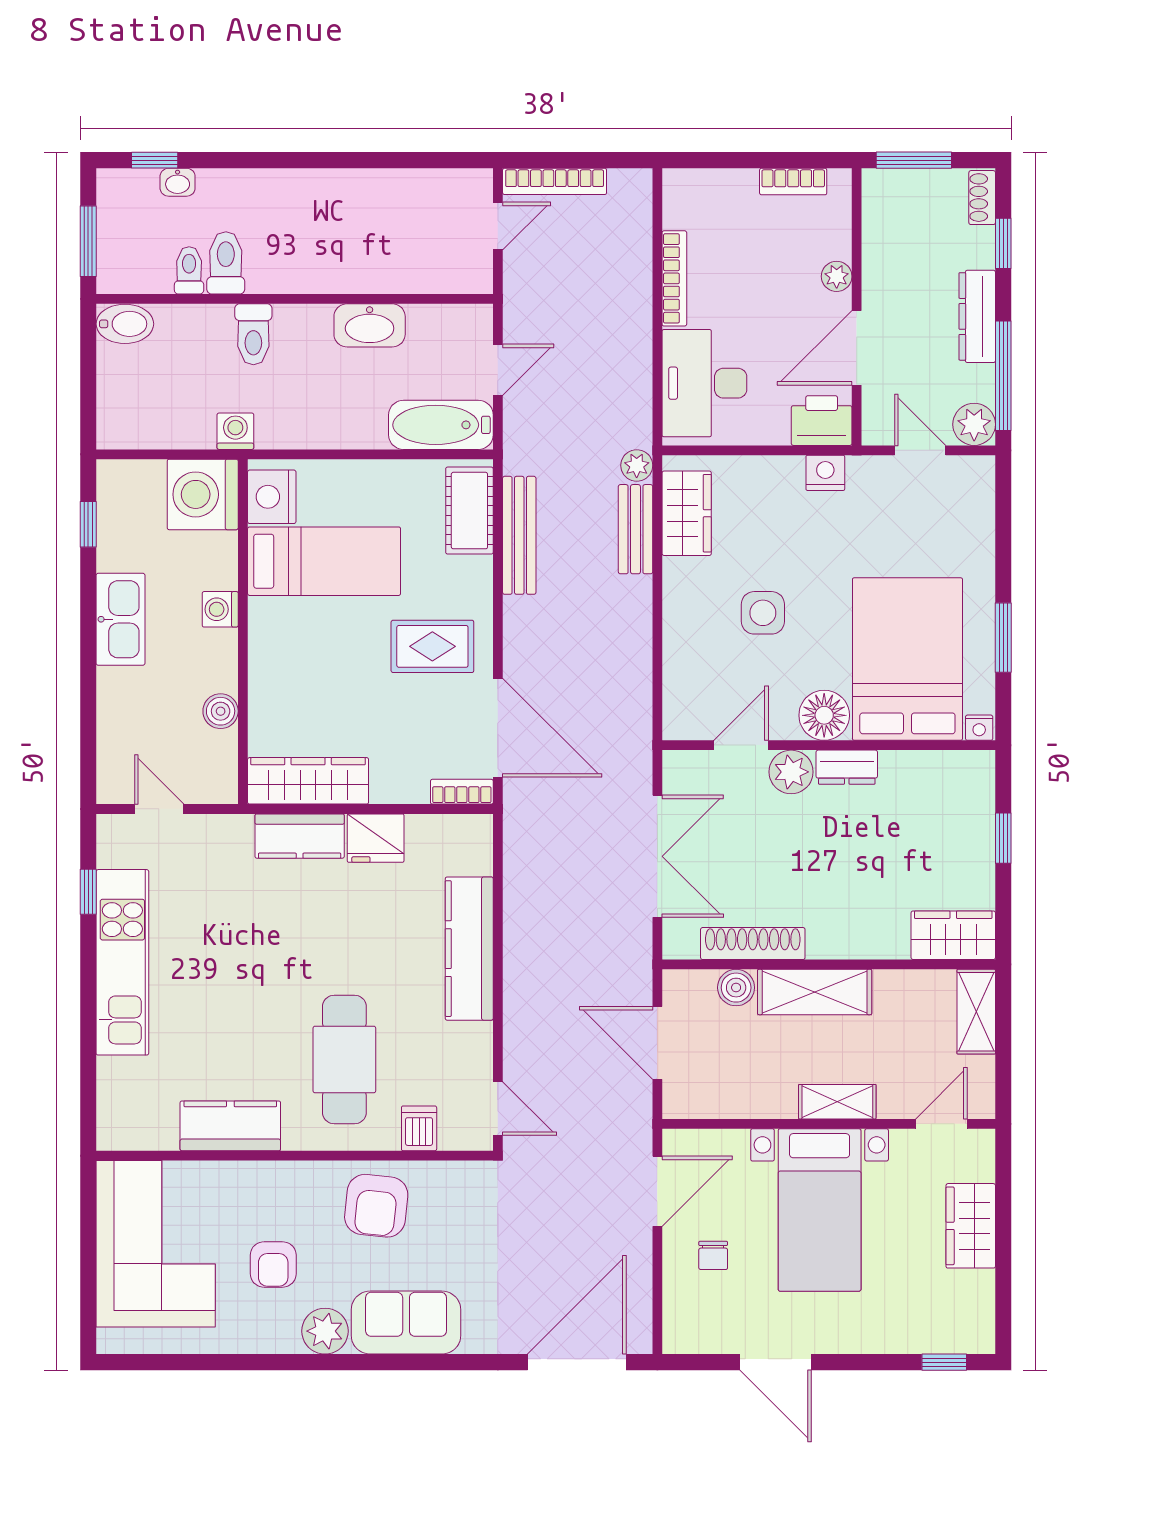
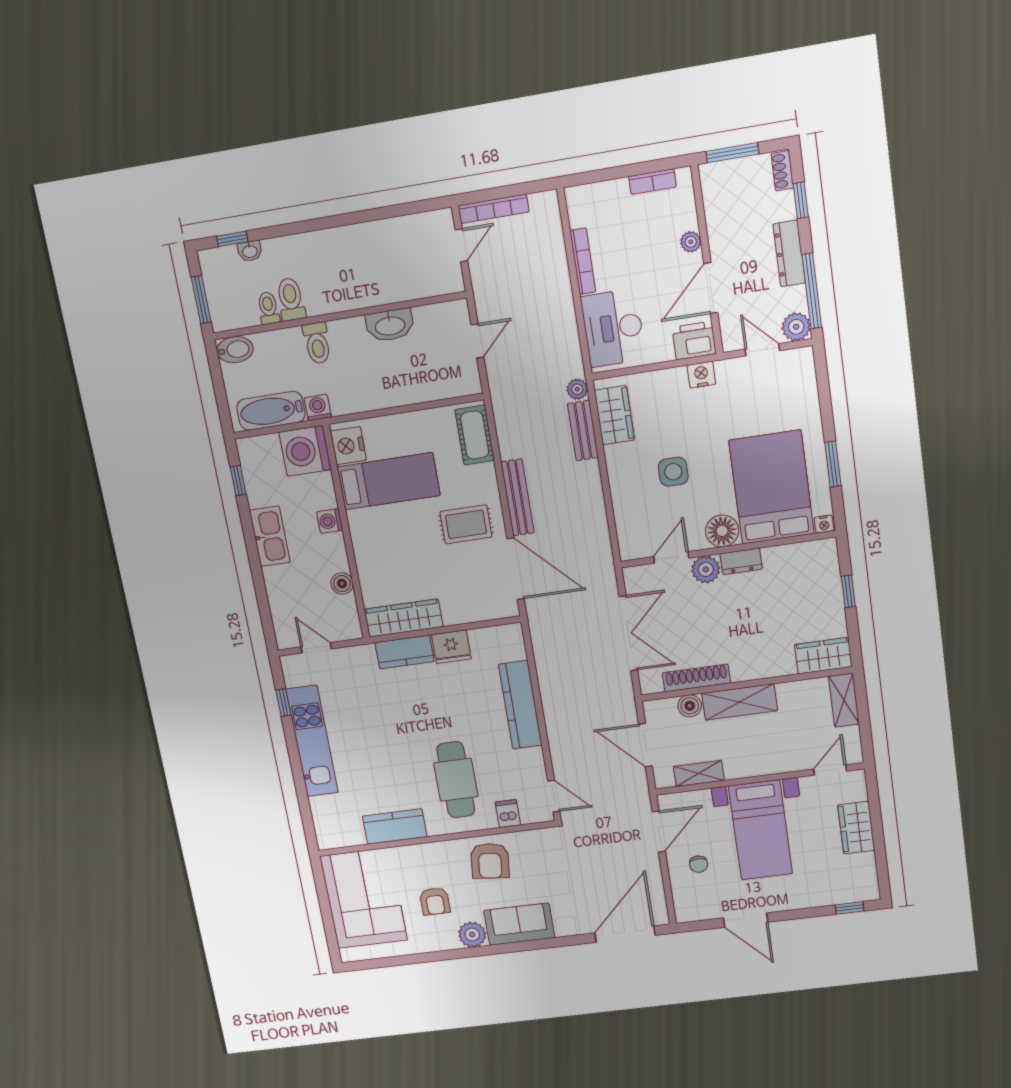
bathtub: (441, 425) -> (271, 411), moved
bench: (519, 535) -> (517, 497), moved
bookcase: (462, 792) -> (500, 611), removed
shelving: (837, 1102) -> (699, 773), moved

